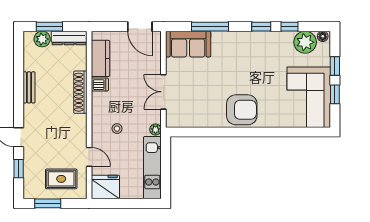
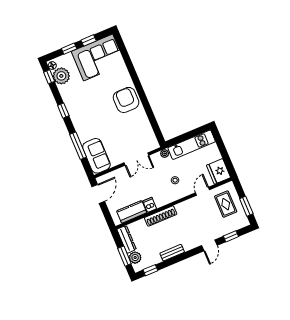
window: (290, 27) -> (49, 77), moved
window: (19, 51) -> (150, 270), added

